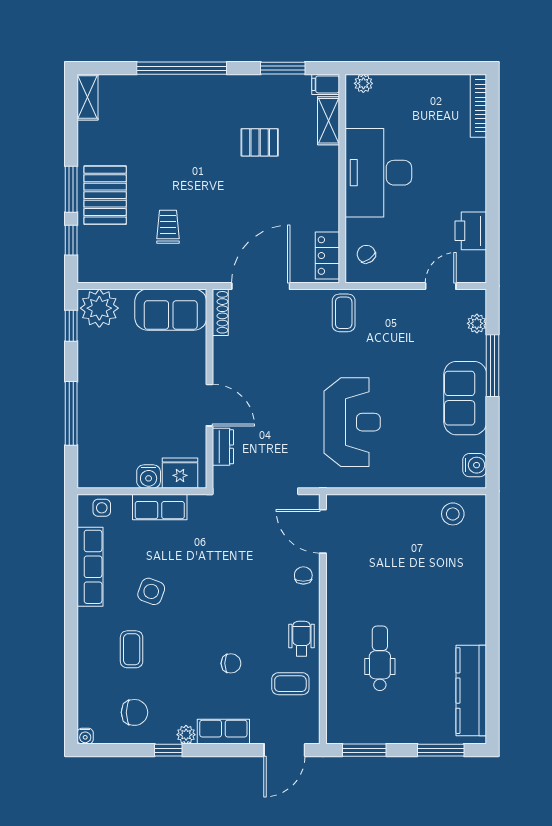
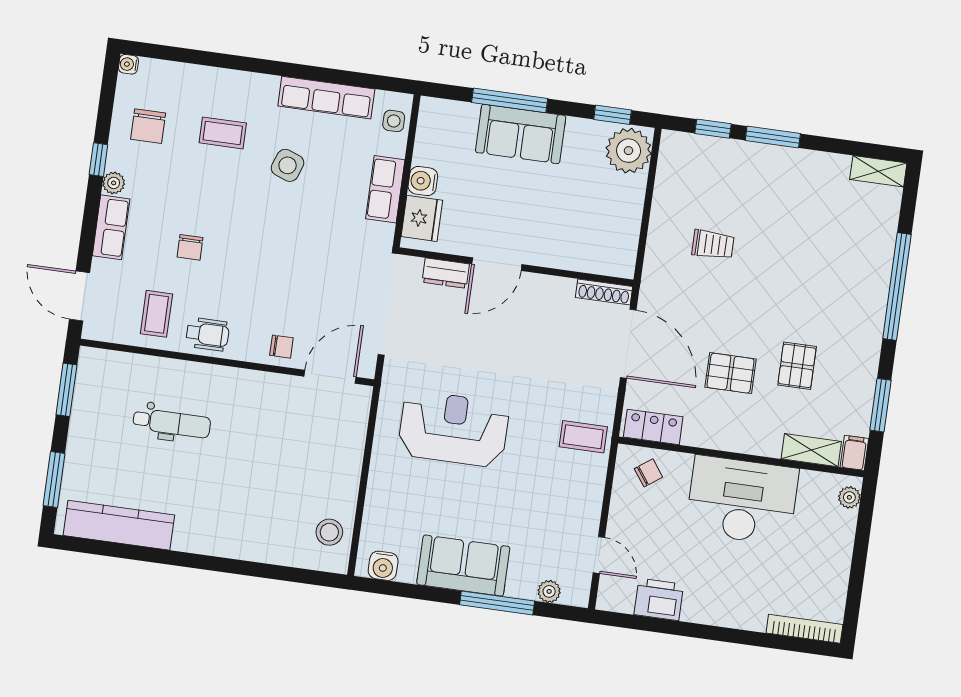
pallet: (105, 195) -> (731, 373), moved, width x0.67, depth x0.71
sofa: (171, 310) -> (521, 134), moved, turned -90
reception desk: (352, 422) -> (454, 429), turned 180

